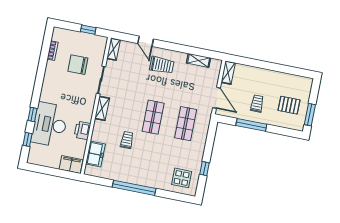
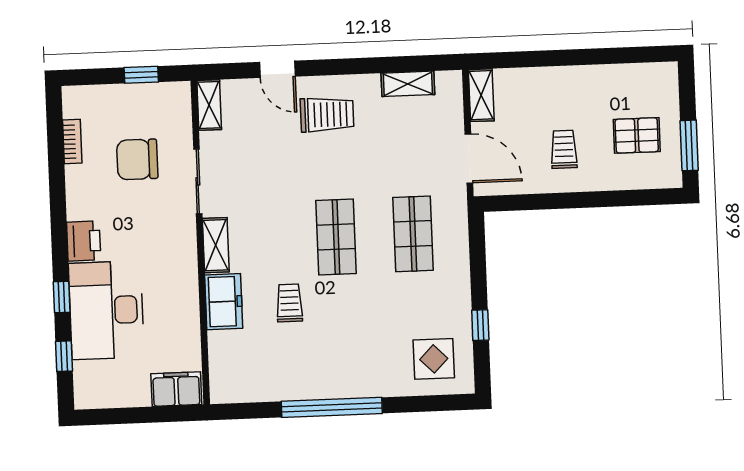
window: (251, 125) -> (562, 201), removed
printer: (82, 130) -> (84, 241), moved, turned 180
freezer: (95, 154) -> (224, 302), moved

